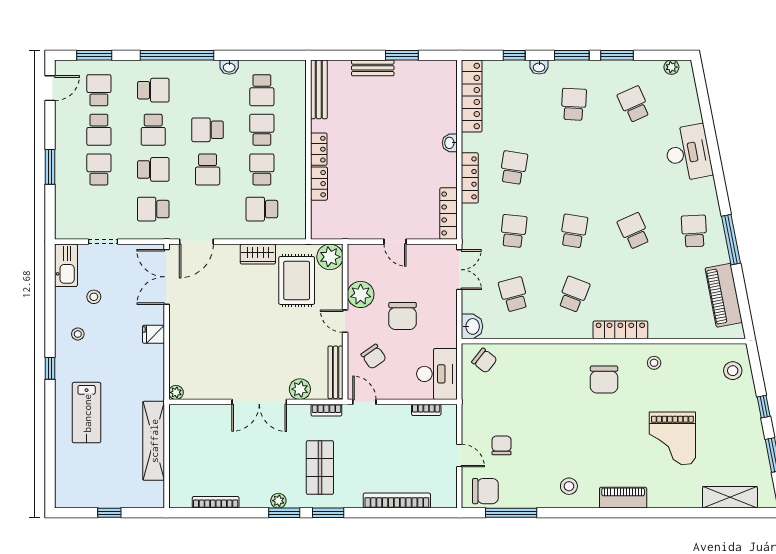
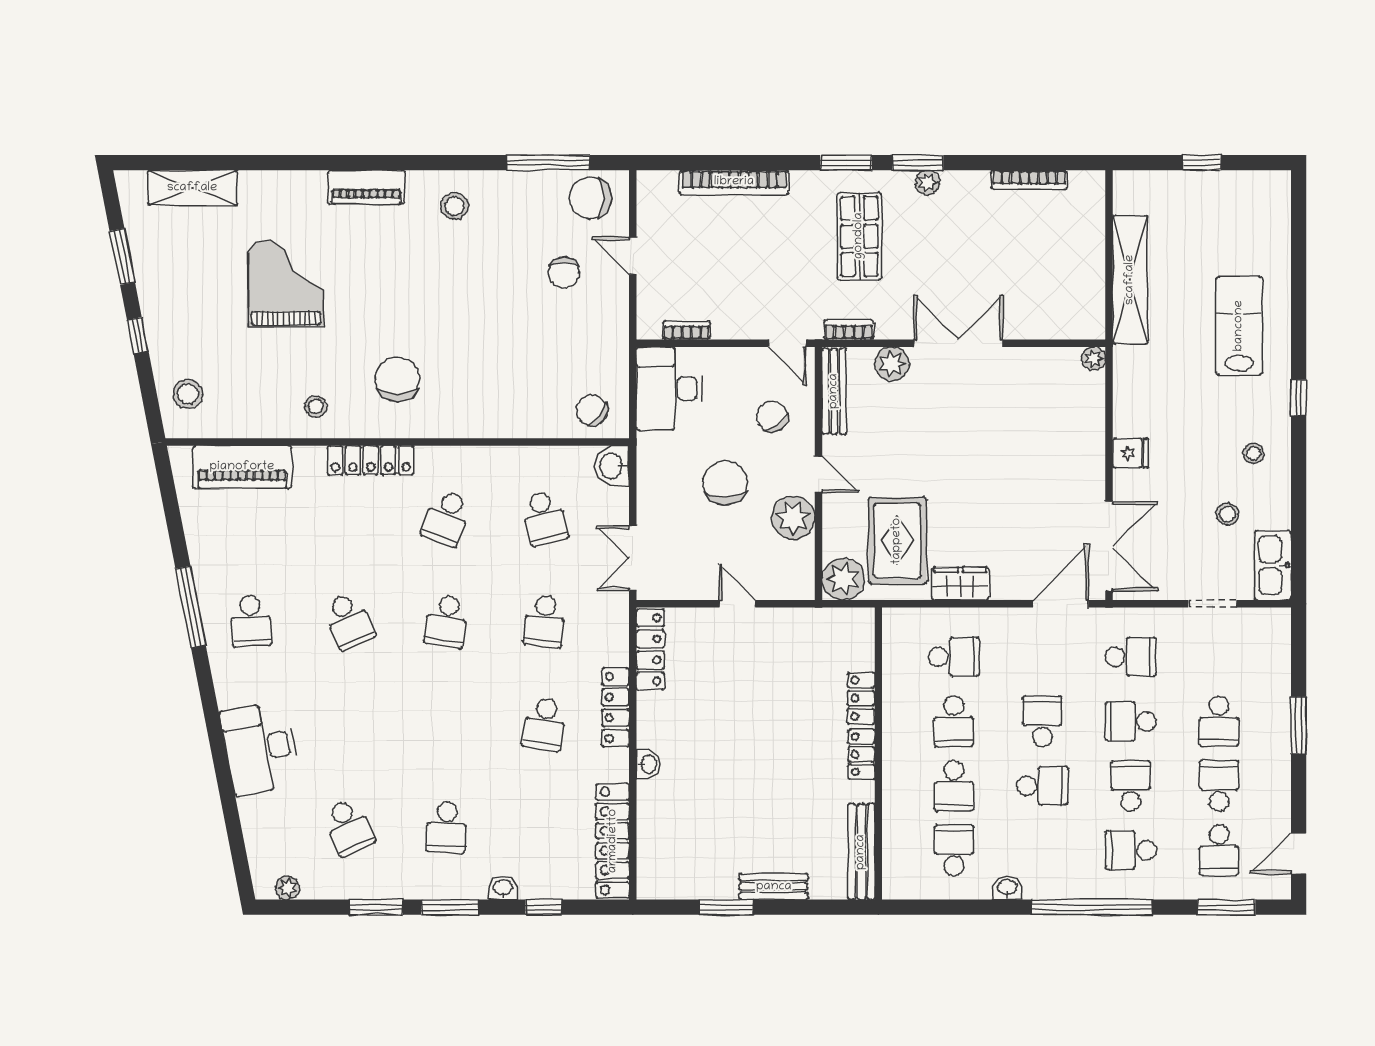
piano: (724, 295) -> (242, 467), moved, turned 101

